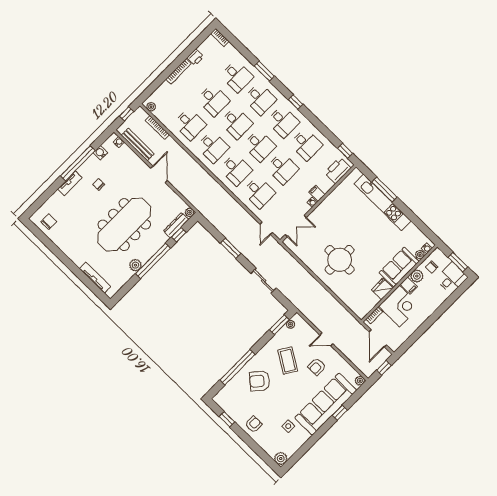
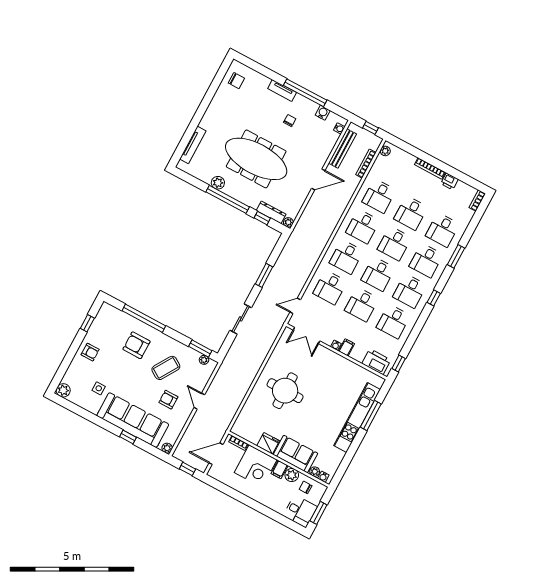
armchair: (260, 381) -> (136, 345), turned -41

